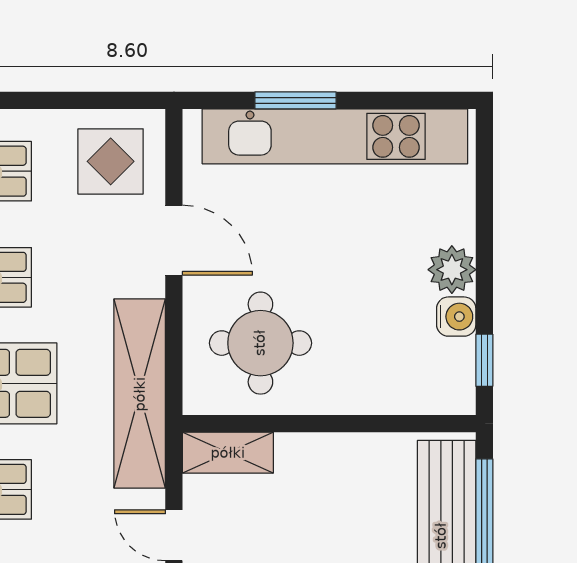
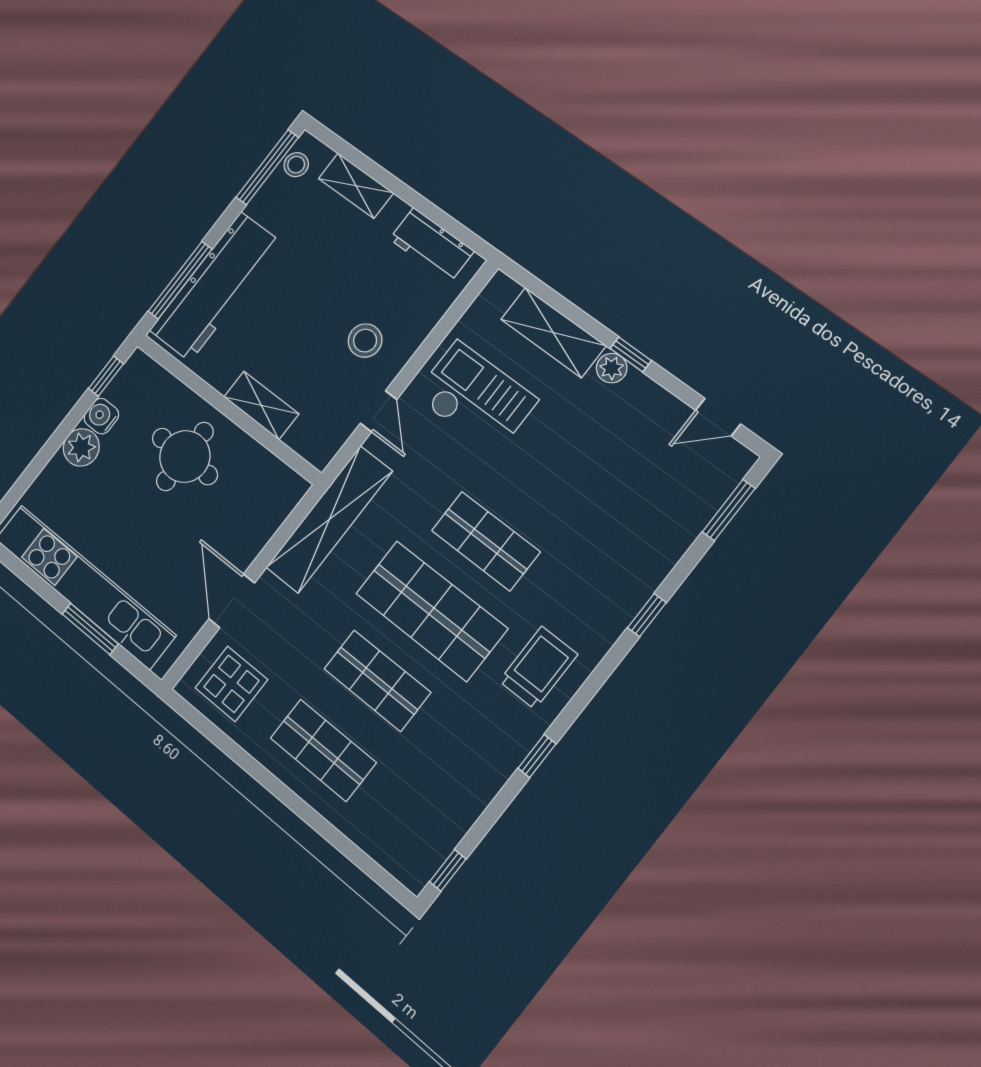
round table: (260, 343) -> (185, 456), moved
shelving: (228, 453) -> (261, 405), moved

